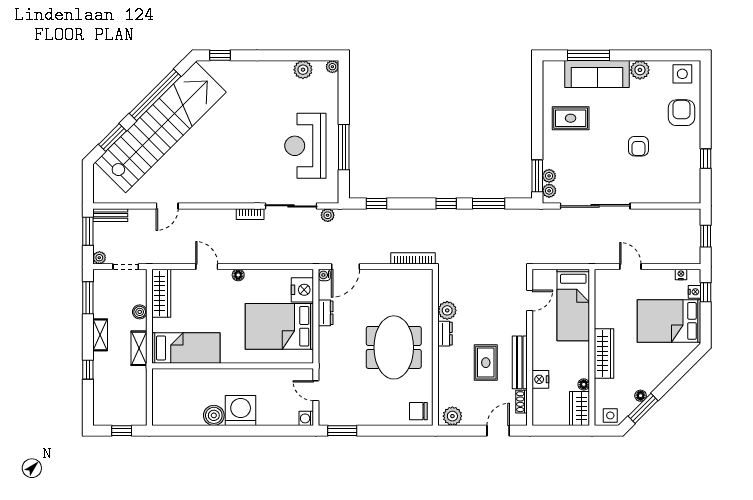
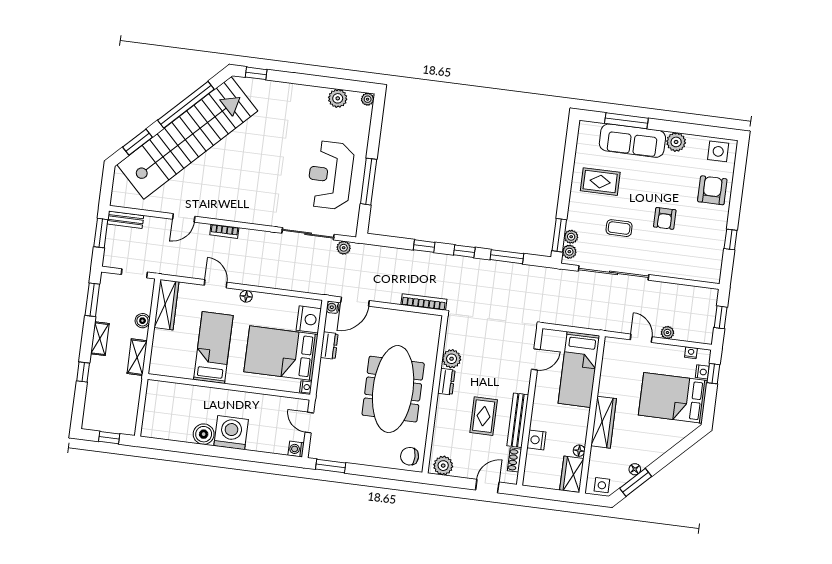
coffee table: (595, 161) -> (619, 228), added
window: (376, 203) -> (424, 246), moved
bookcase: (250, 214) -> (224, 231), moved
plant: (99, 258) -> (667, 333), moved
meeting table: (394, 347) -> (393, 389), width x1.36
bed: (186, 348) -> (213, 347), moved, turned -90
nightstand: (308, 356) -> (306, 387), added

